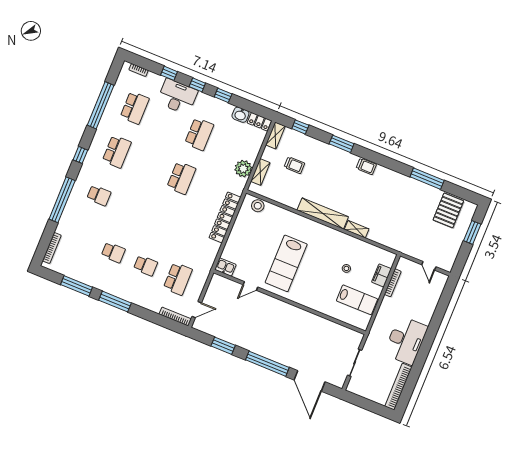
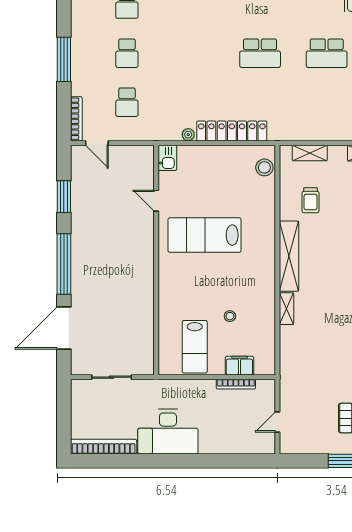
trolley: (294, 165) -> (311, 200), moved
plant: (243, 169) -> (188, 135), moved, width x0.53, depth x0.53
school desk: (178, 279) -> (127, 102), width x0.54
window: (115, 302) -> (64, 59), moved

